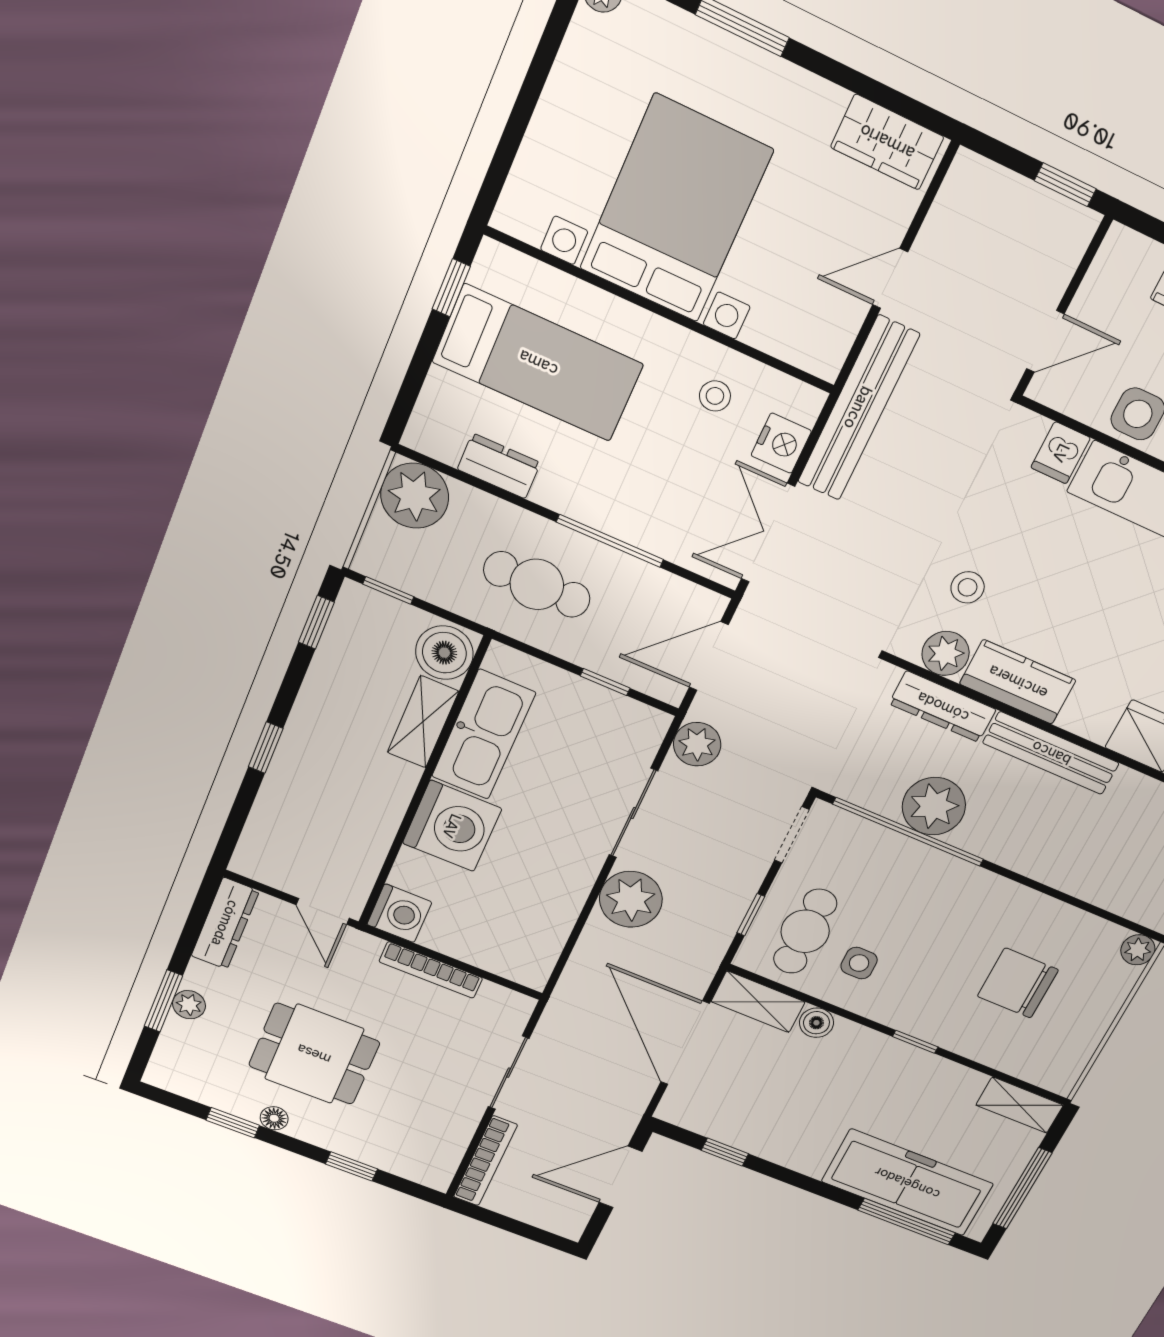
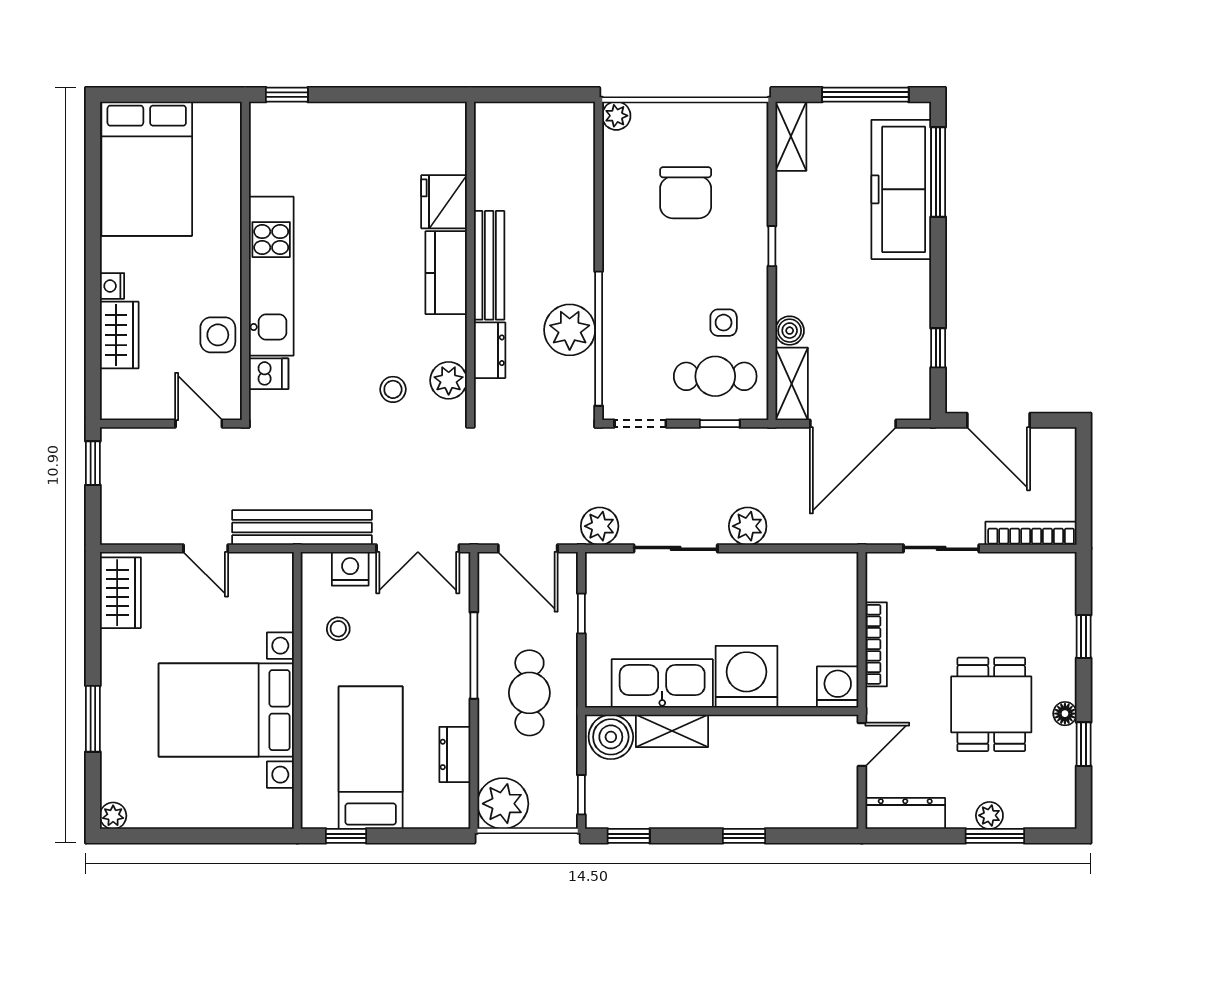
kitchen counter: (1018, 682) -> (446, 273), moved
dresser: (943, 707) -> (490, 350), width x0.70
plant: (631, 899) -> (748, 526), width x0.73, depth x0.73

